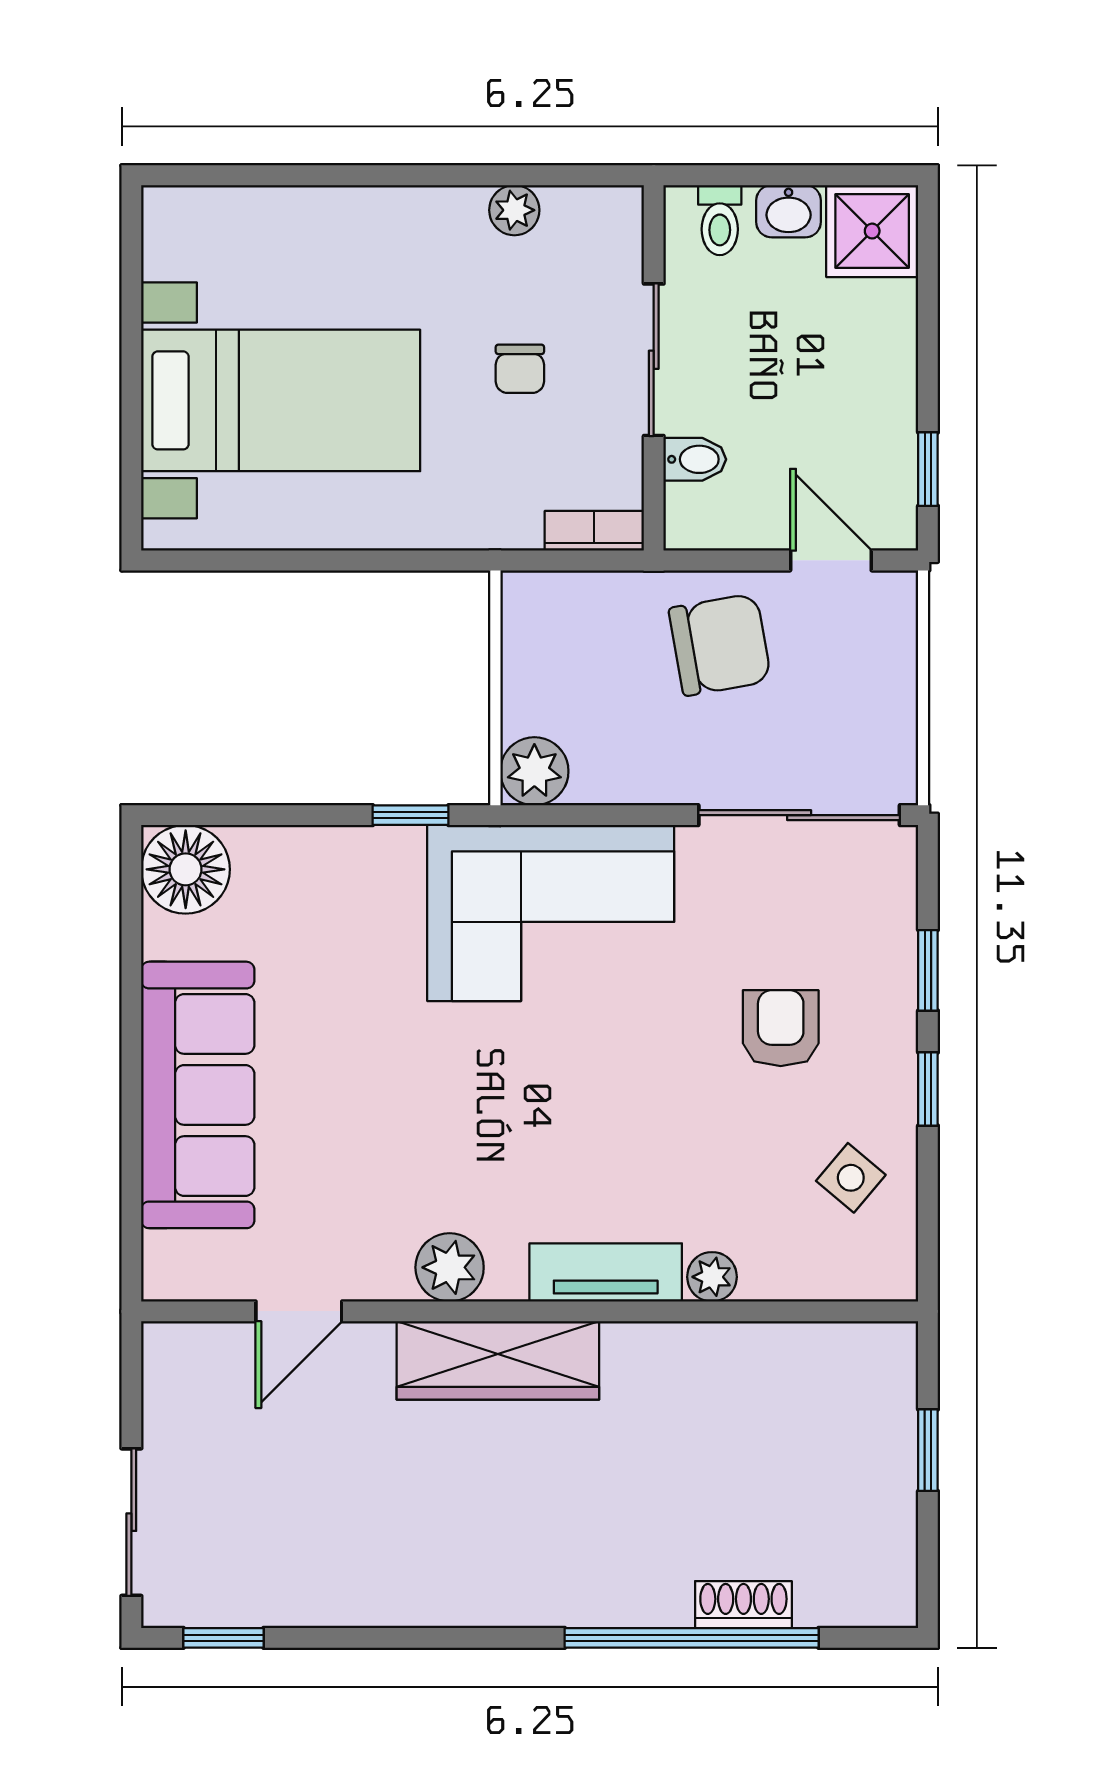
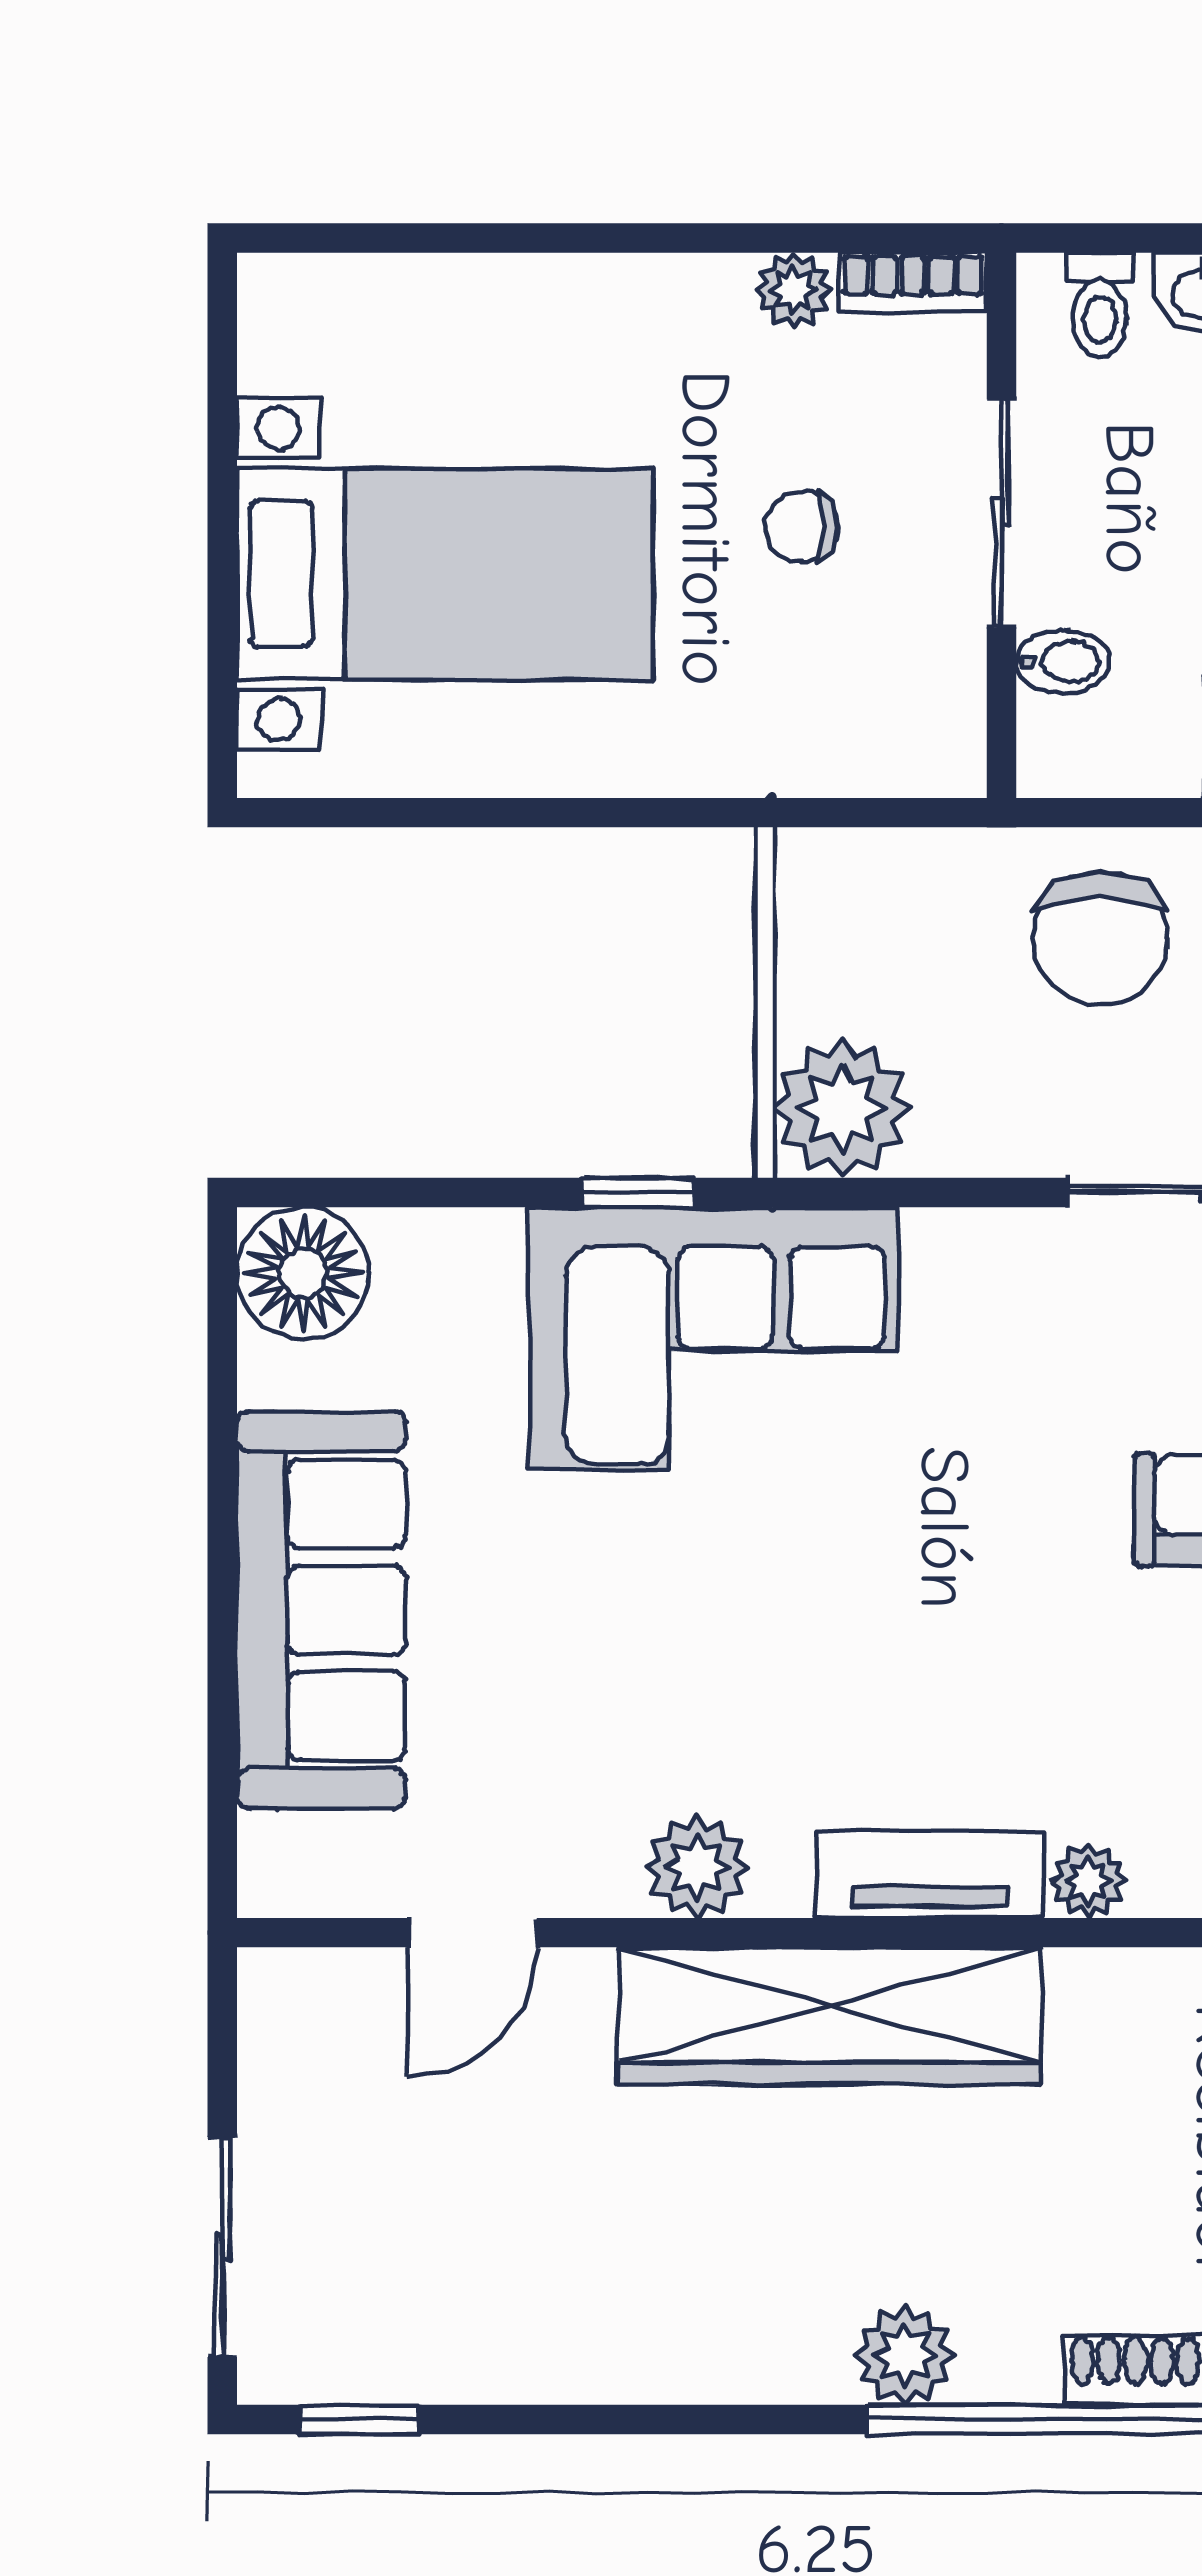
chair: (520, 369) -> (802, 527), turned 90
bookcase: (594, 531) -> (913, 282), moved, turned 180
chair: (720, 645) -> (1100, 938), turned 100
plant: (534, 771) -> (842, 1108), width x1.36, depth x1.36
corner sofa: (551, 913) -> (713, 1338), moved
wardrobe: (498, 1360) -> (829, 2016), width x1.40, depth x1.17
plant: (589, 1595) -> (905, 2355), added

